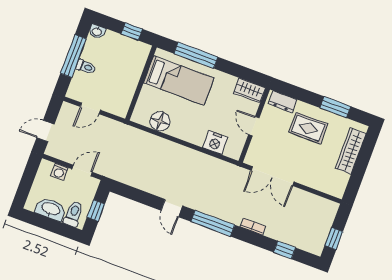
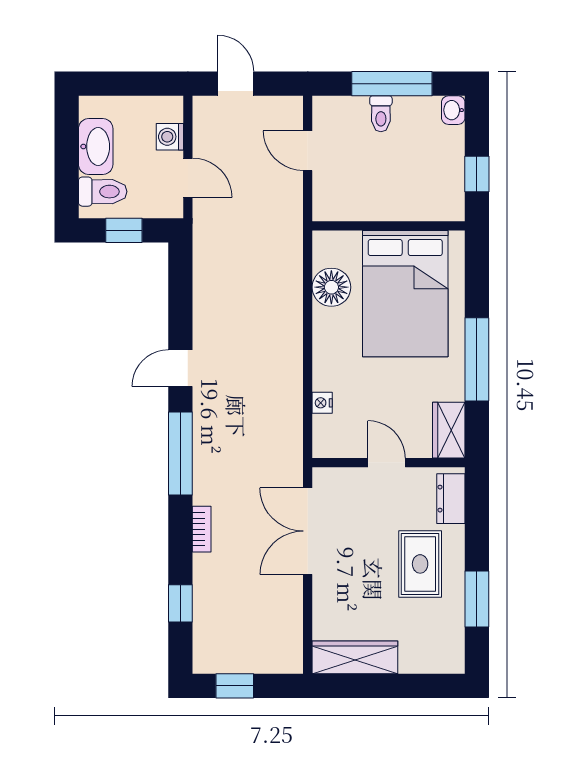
window: (196, 55) -> (477, 359), moved
bed: (179, 80) -> (405, 294), width x1.50
door: (254, 126) -> (387, 463), hinge flipped
nightstand: (215, 143) -> (322, 403), width x0.53, depth x0.56
wardrobe: (351, 151) -> (355, 657), moved

